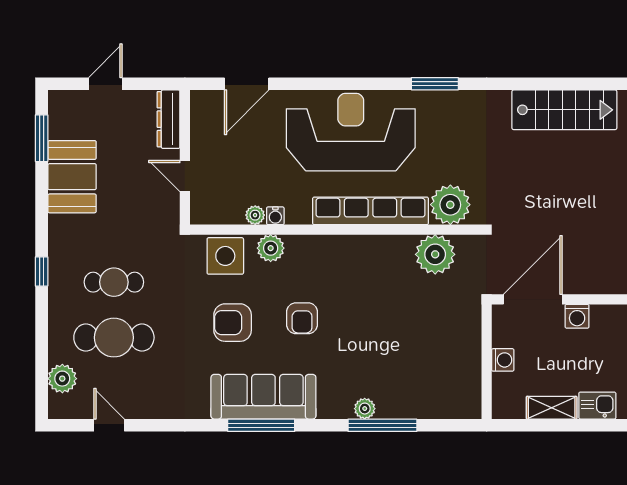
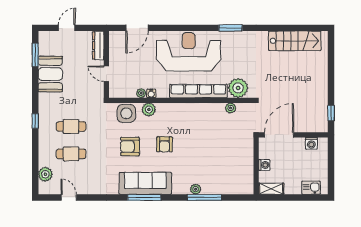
plant: (435, 254) -> (231, 108), width x0.53, depth x0.53
washing machine: (577, 316) -> (311, 143), moved
cafe table: (114, 338) -> (71, 154), width x0.73, depth x0.74
shelving: (552, 408) -> (271, 189), moved

